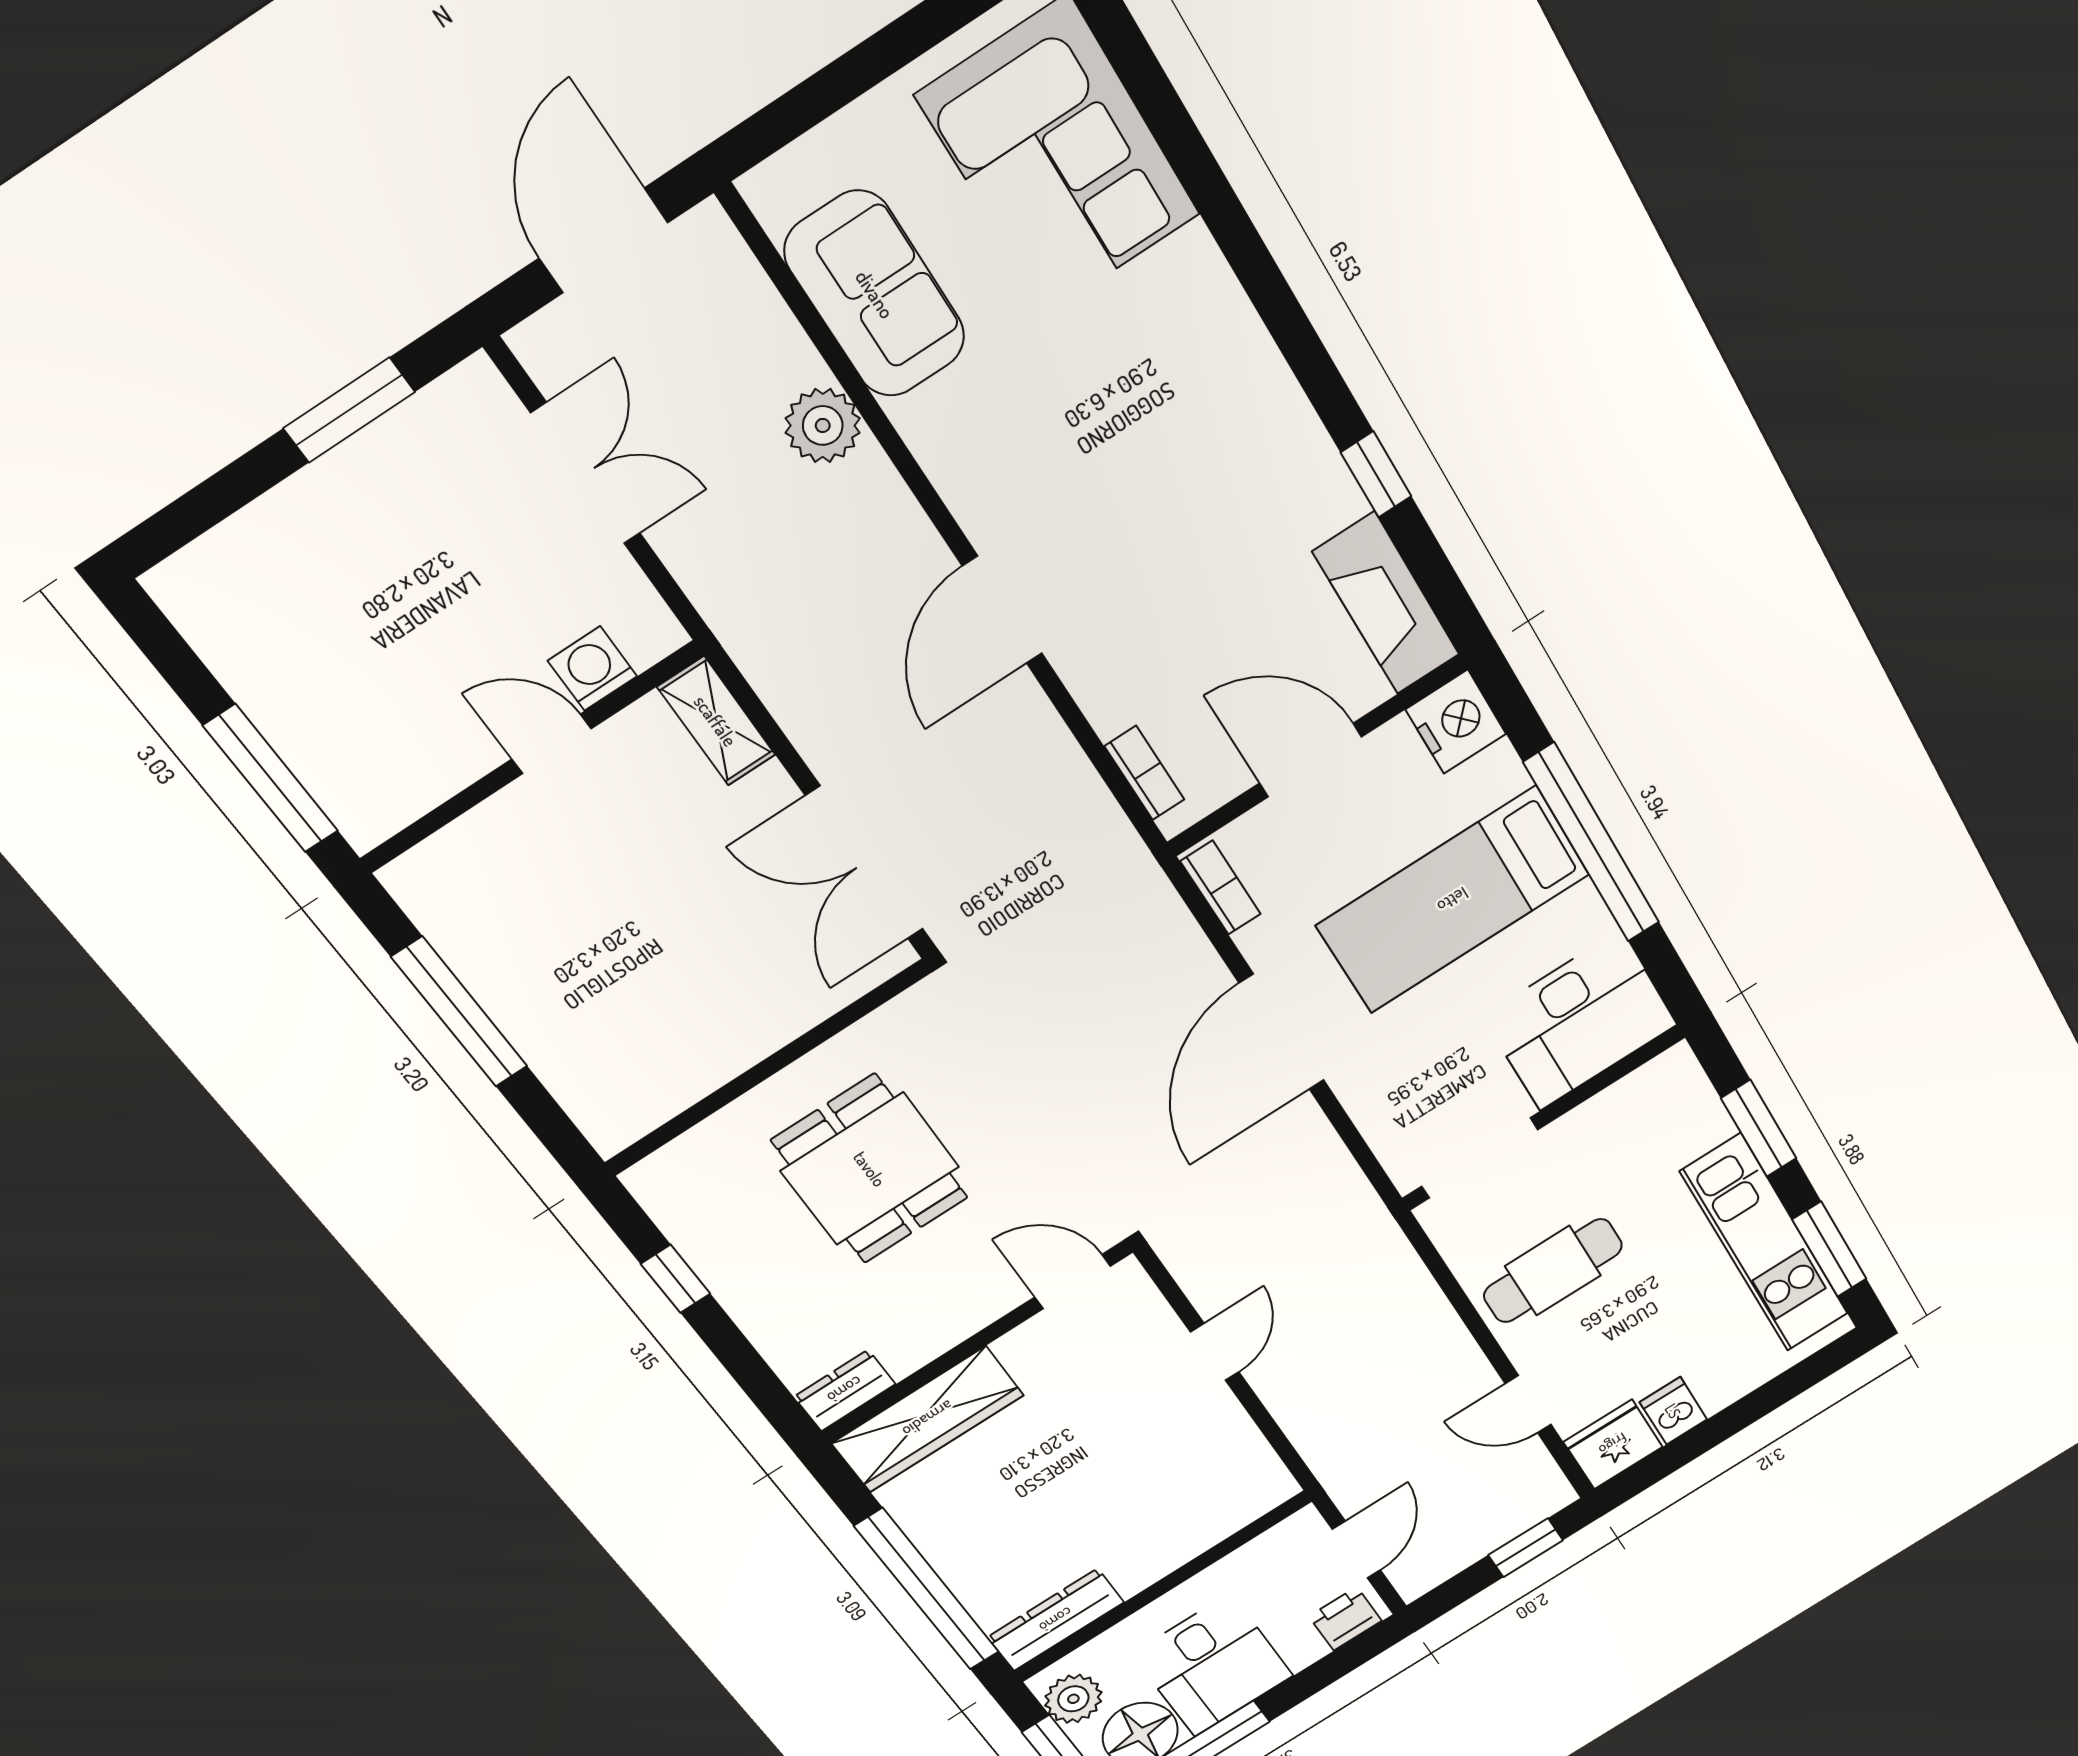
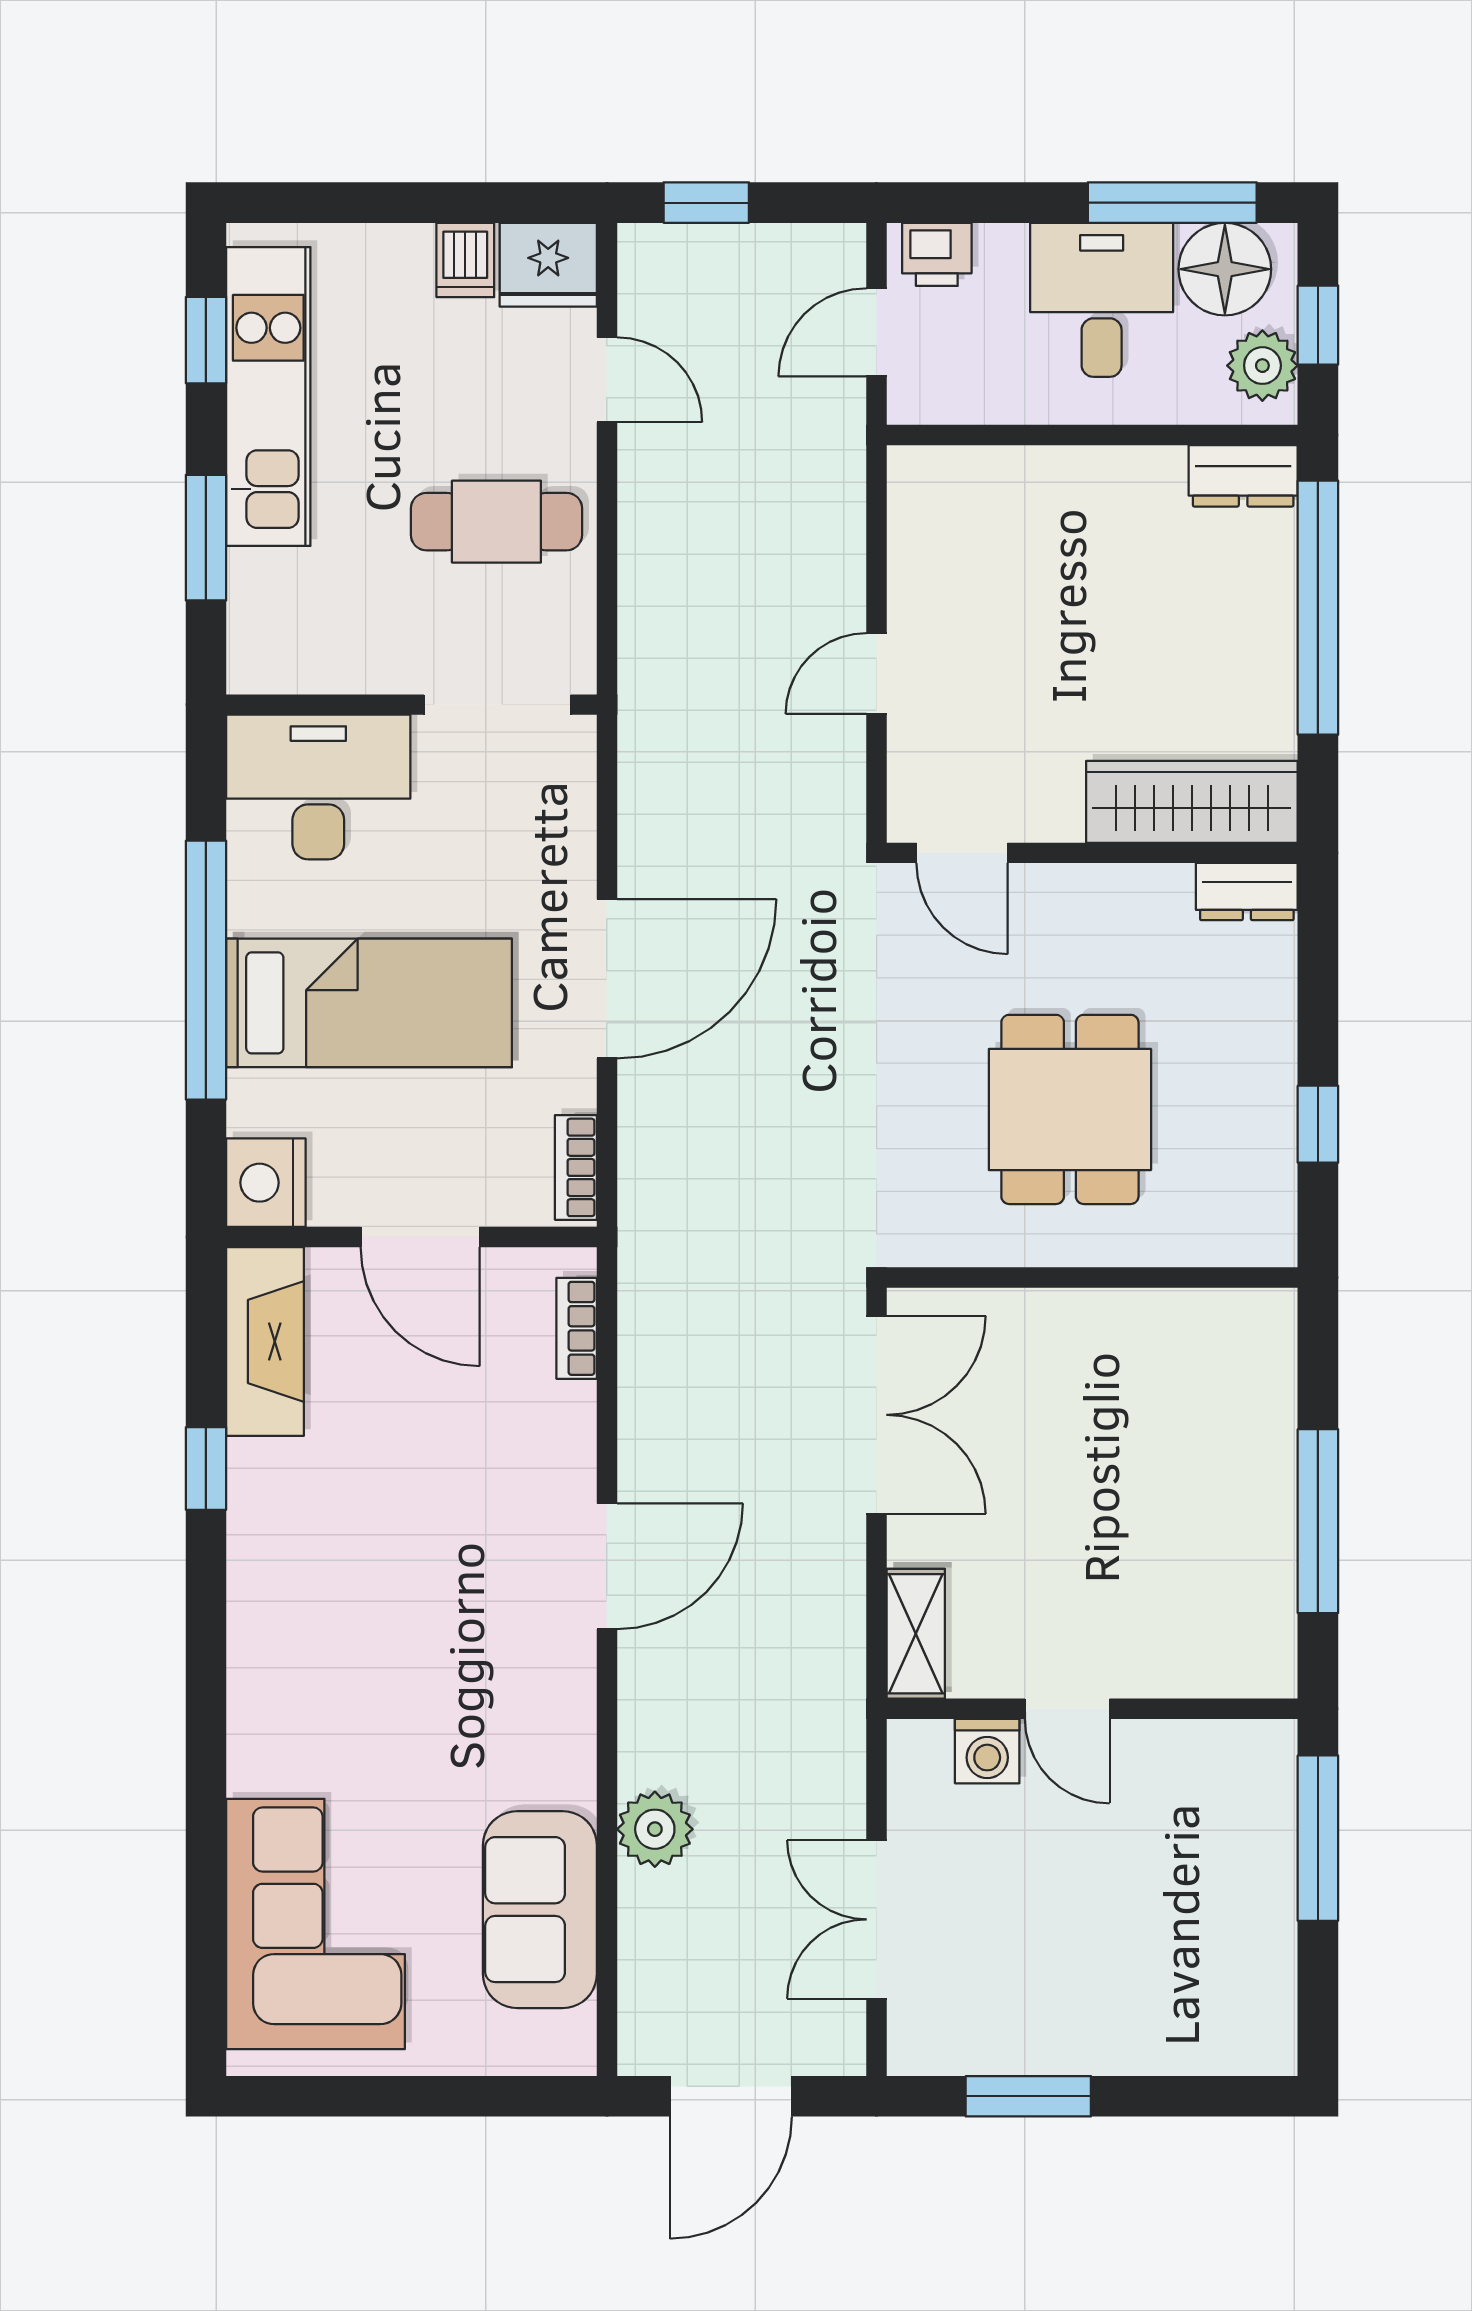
window: (1829, 1249) -> (206, 340), width x0.67
dresser: (1056, 1620) -> (1243, 476), width x0.70

